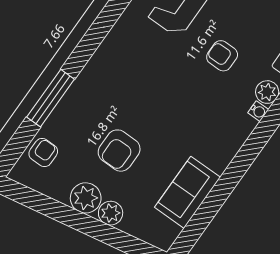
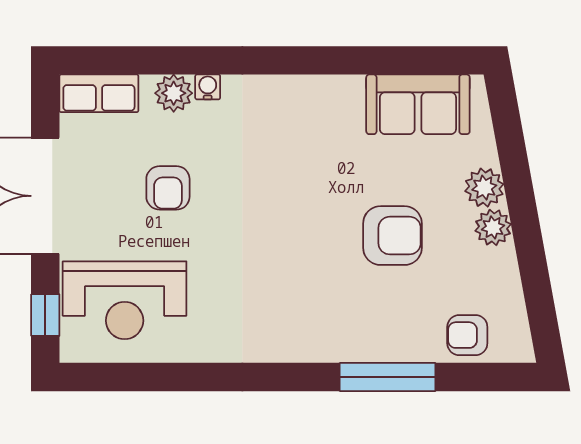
sofa: (188, 192) -> (418, 104), moved
plant: (86, 198) -> (493, 227), width x0.73, depth x0.73

